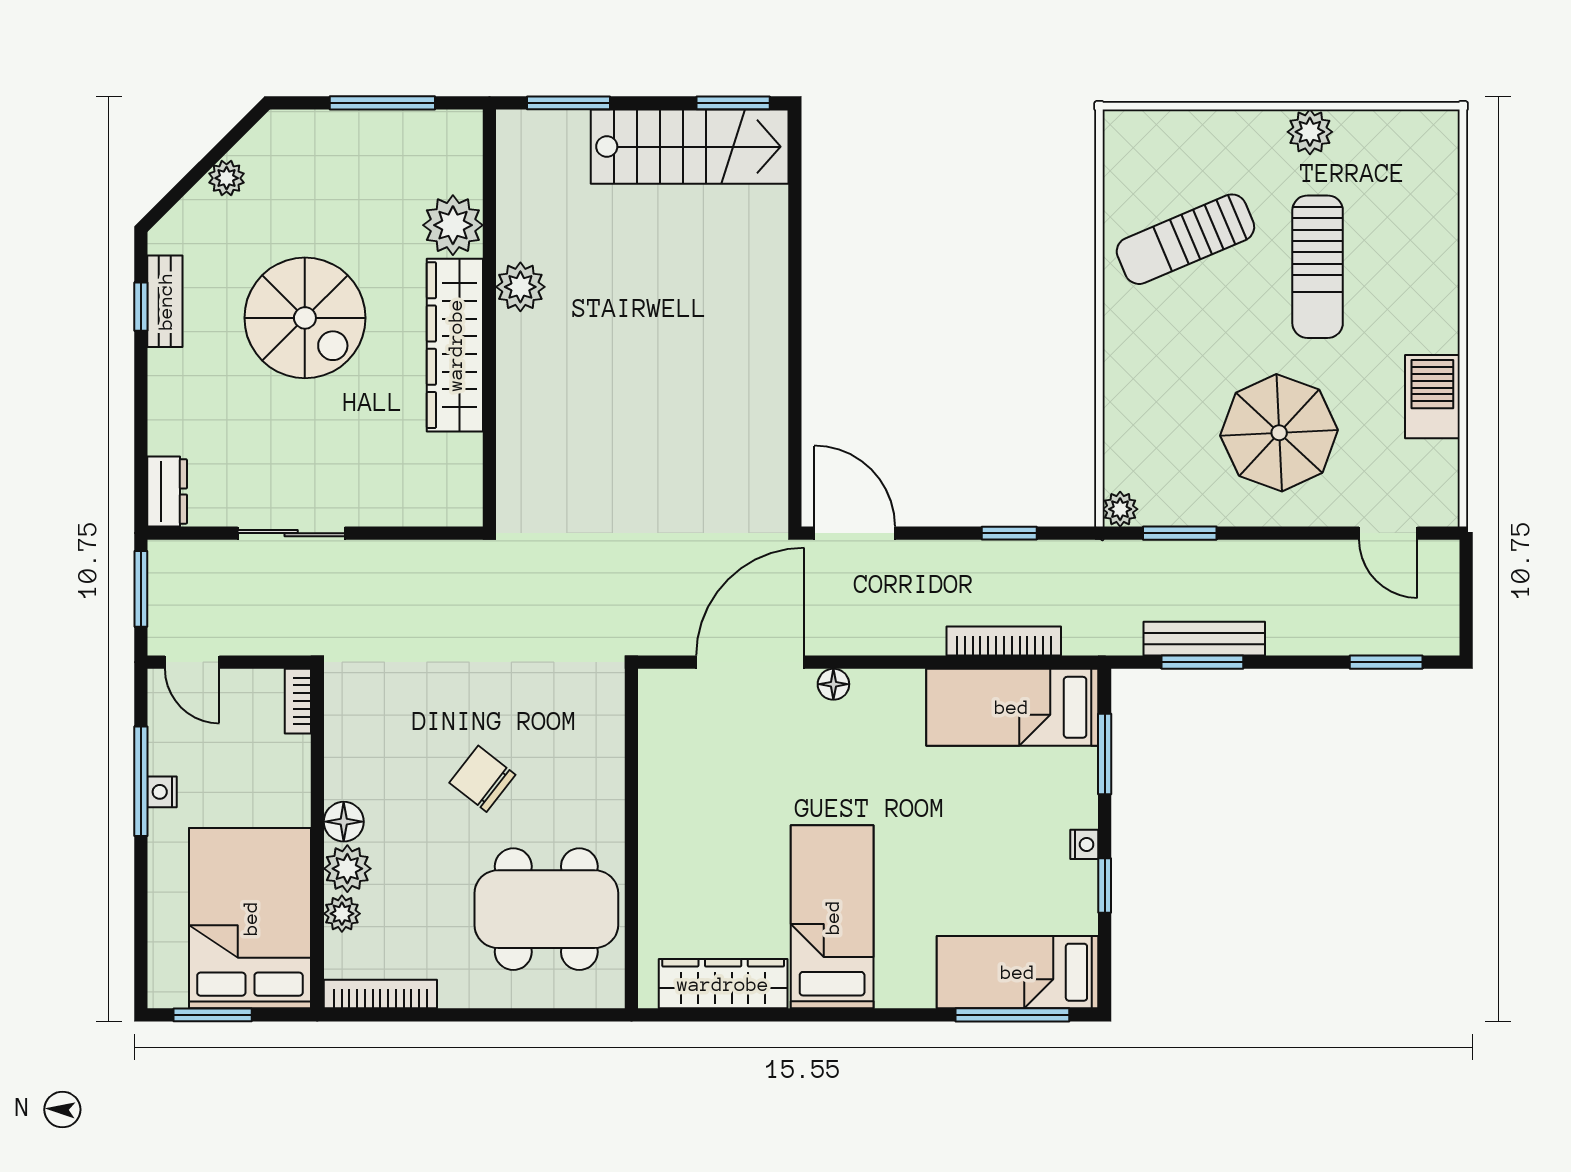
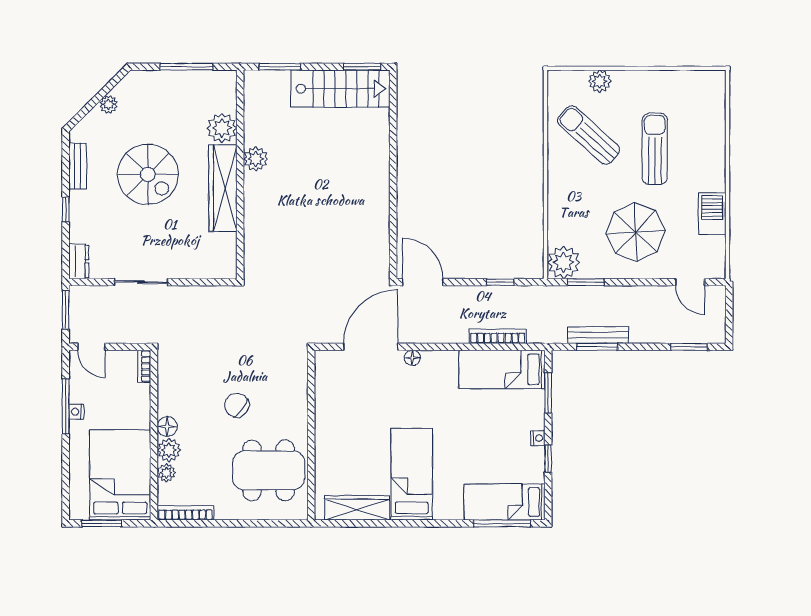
plant: (1310, 132) -> (600, 81), moved
sun lounger: (1185, 239) -> (589, 135), turned 65
sun lounger: (1318, 267) -> (655, 149), turned 180
window: (141, 307) -> (66, 209), moved
plant: (1120, 509) -> (564, 262), width x1.87, depth x1.87

